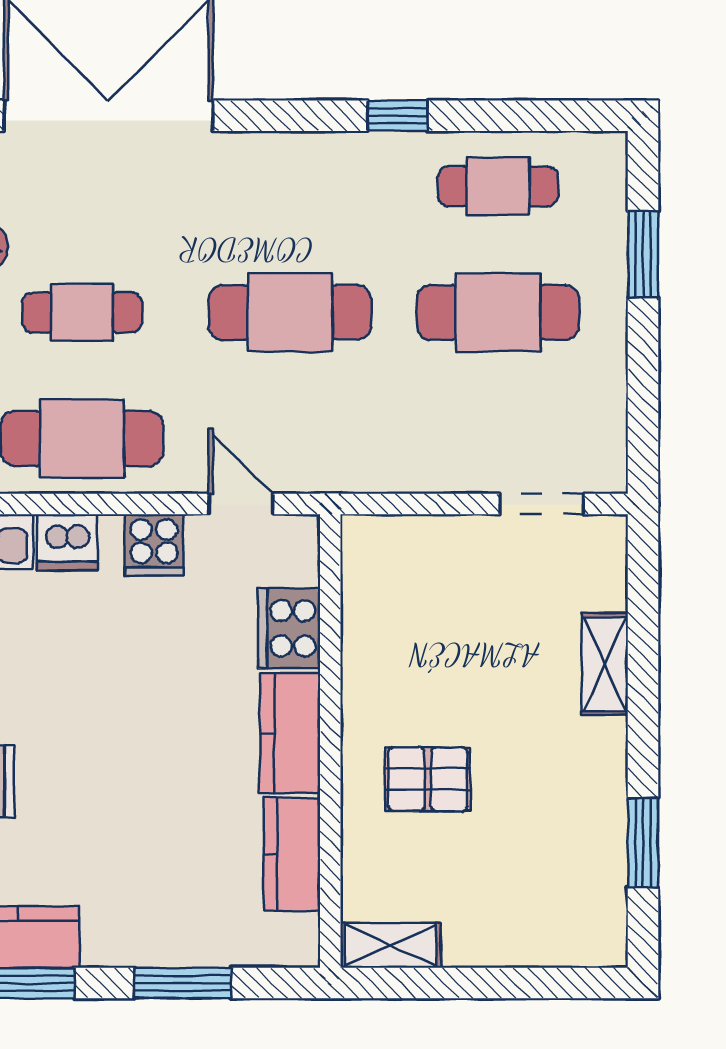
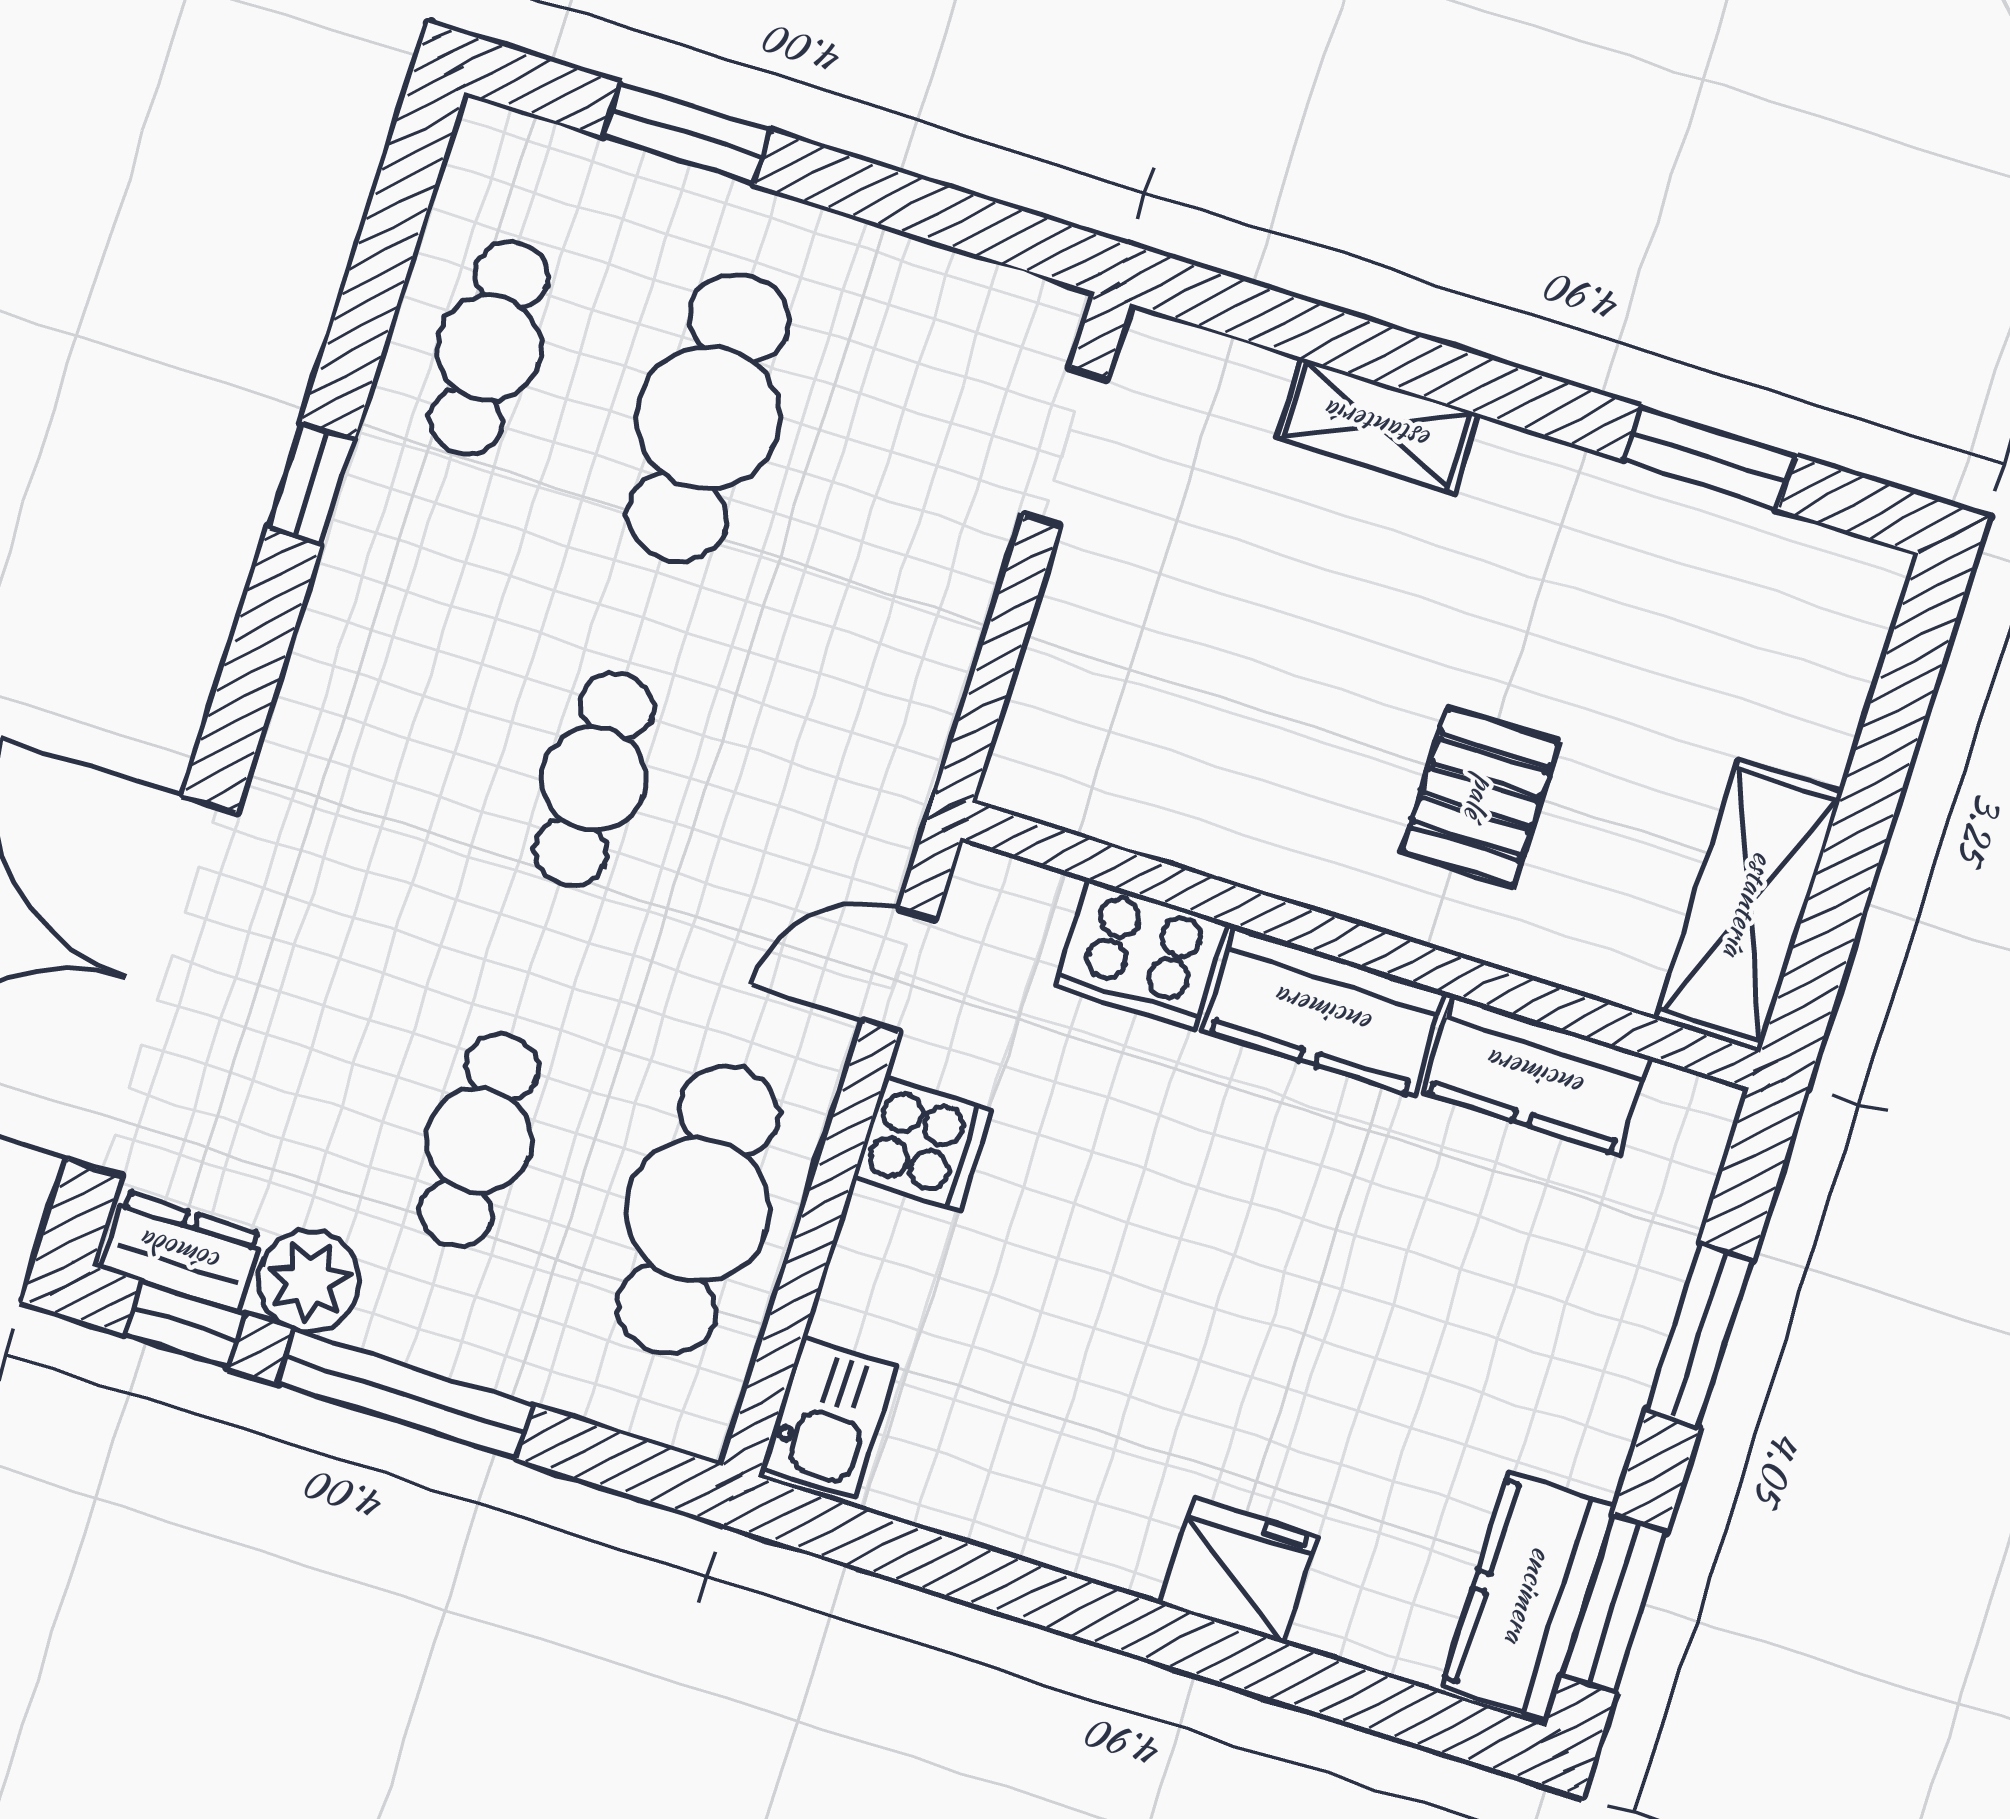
cafe table: (290, 312) -> (593, 779), width x0.73, depth x0.74
dishwasher: (67, 542) -> (870, 1293), removed
shelving: (390, 945) -> (1749, 905), width x1.50, depth x1.33

